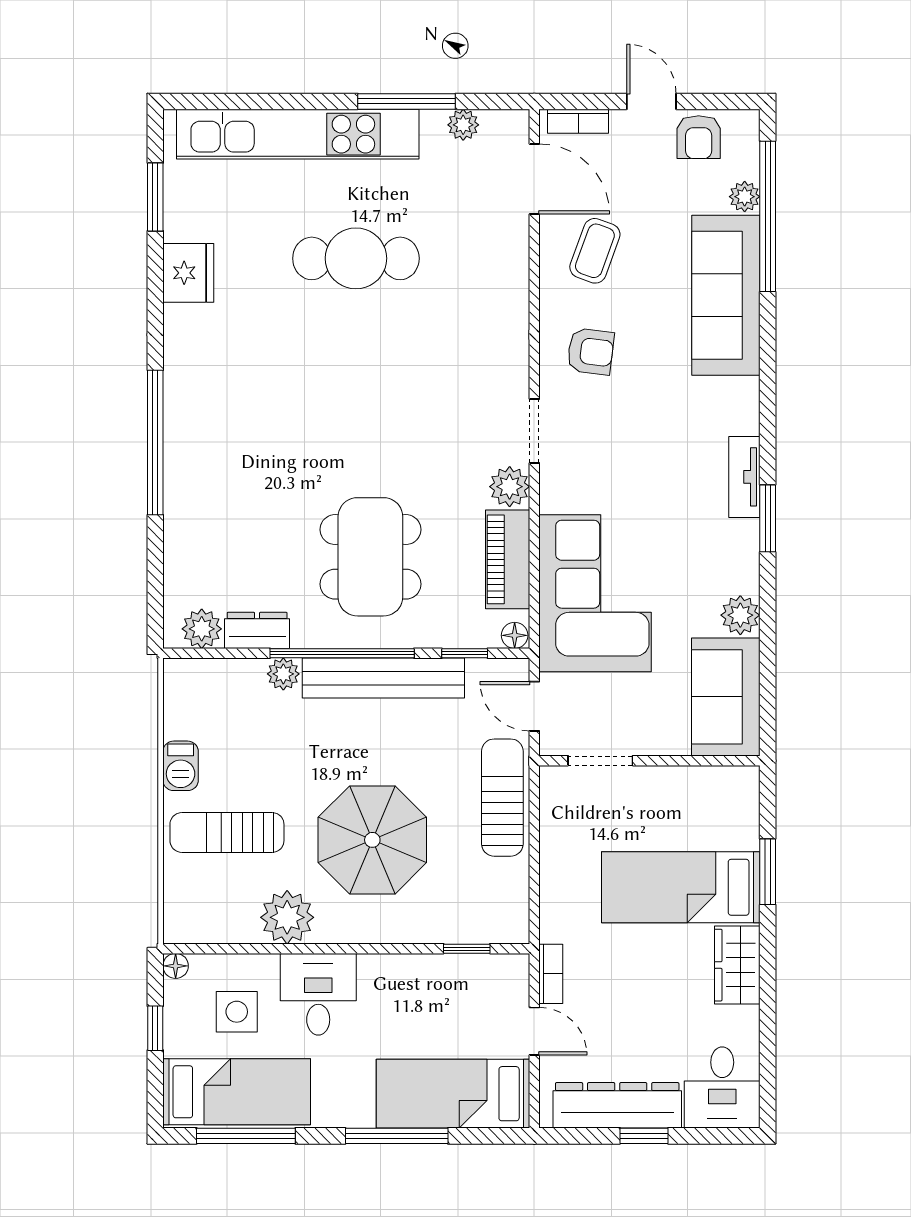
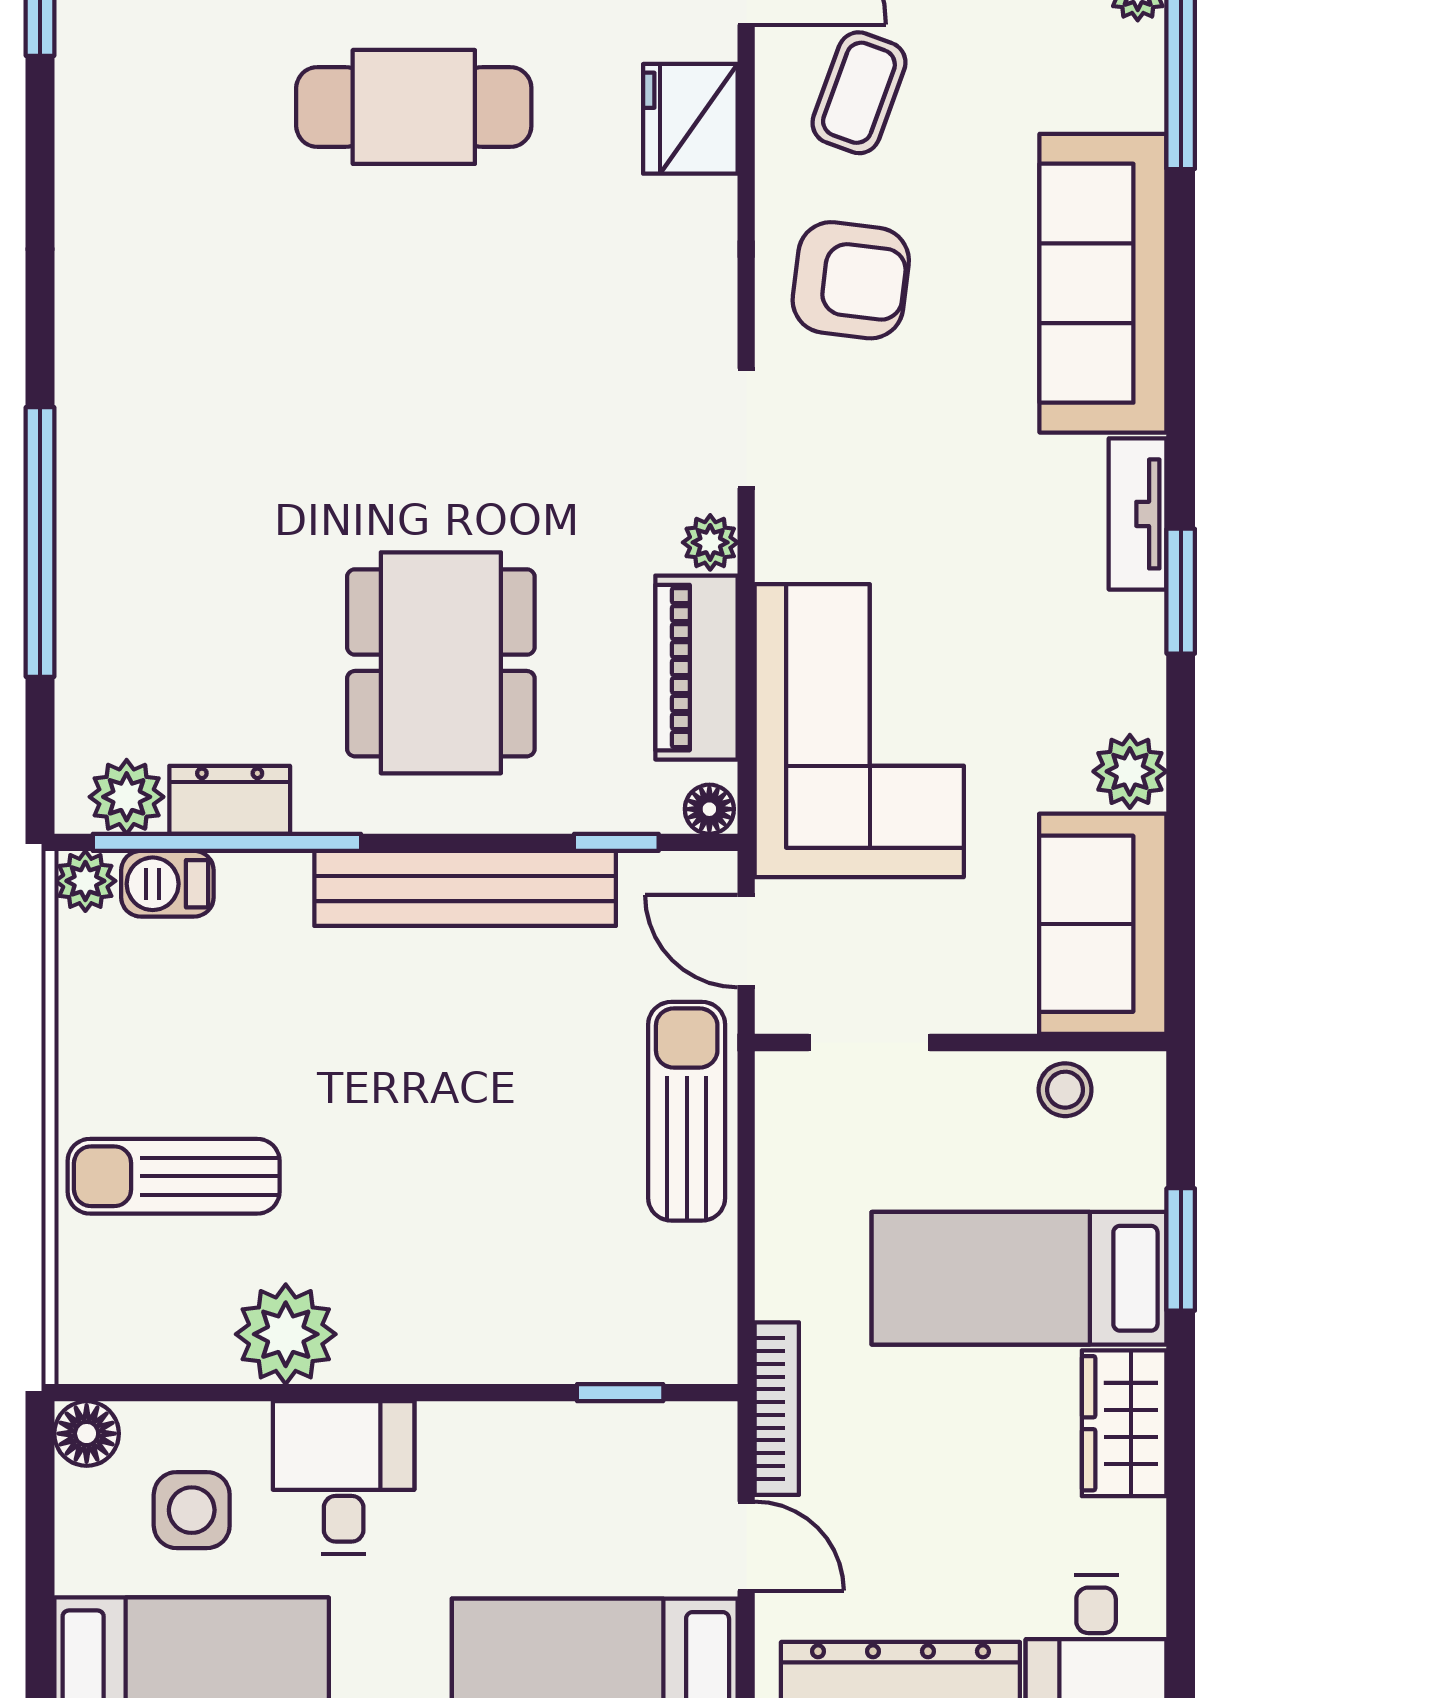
fridge: (188, 273) -> (690, 119), moved, turned 180
sofa: (726, 295) -> (1103, 283), moved
armchair: (591, 351) -> (851, 280), width x1.38, depth x1.38
window: (155, 442) -> (40, 542), moved
plant: (510, 487) -> (710, 542), width x0.73, depth x0.73
window: (342, 653) -> (227, 842), moved
plant: (283, 674) -> (85, 881), moved
barbecue: (181, 766) -> (167, 884), moved, turned 90
stool: (706, 786) -> (1065, 1090), added
parasol: (372, 840) -> (444, 1190), removed
floor lamp: (176, 966) -> (87, 1434), width x1.37, depth x1.37
bookcase: (551, 974) -> (777, 1409), width x1.56
window: (155, 1028) -> (40, 1541), removed

